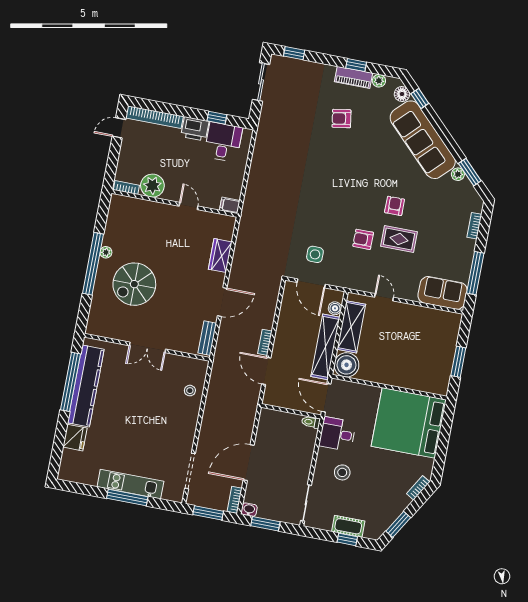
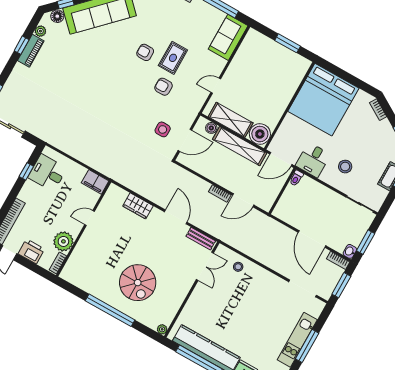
armchair: (341, 119) -> (61, 71), removed
printer: (195, 129) -> (31, 251), moved, turned -90
filing cabinet: (230, 205) -> (95, 182), width x2.00
armchair: (363, 239) -> (164, 87), turned 90
plant: (106, 252) -> (162, 329), moved
double door: (148, 347) -> (205, 266), moved

